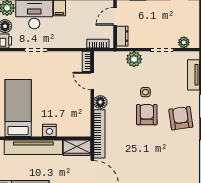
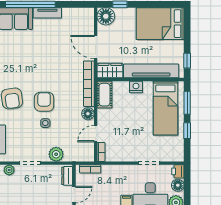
door: (92, 81) -> (96, 134), swing flipped
armchair: (147, 115) -> (44, 102), turned 180
cot: (83, 122) -> (104, 95), added

